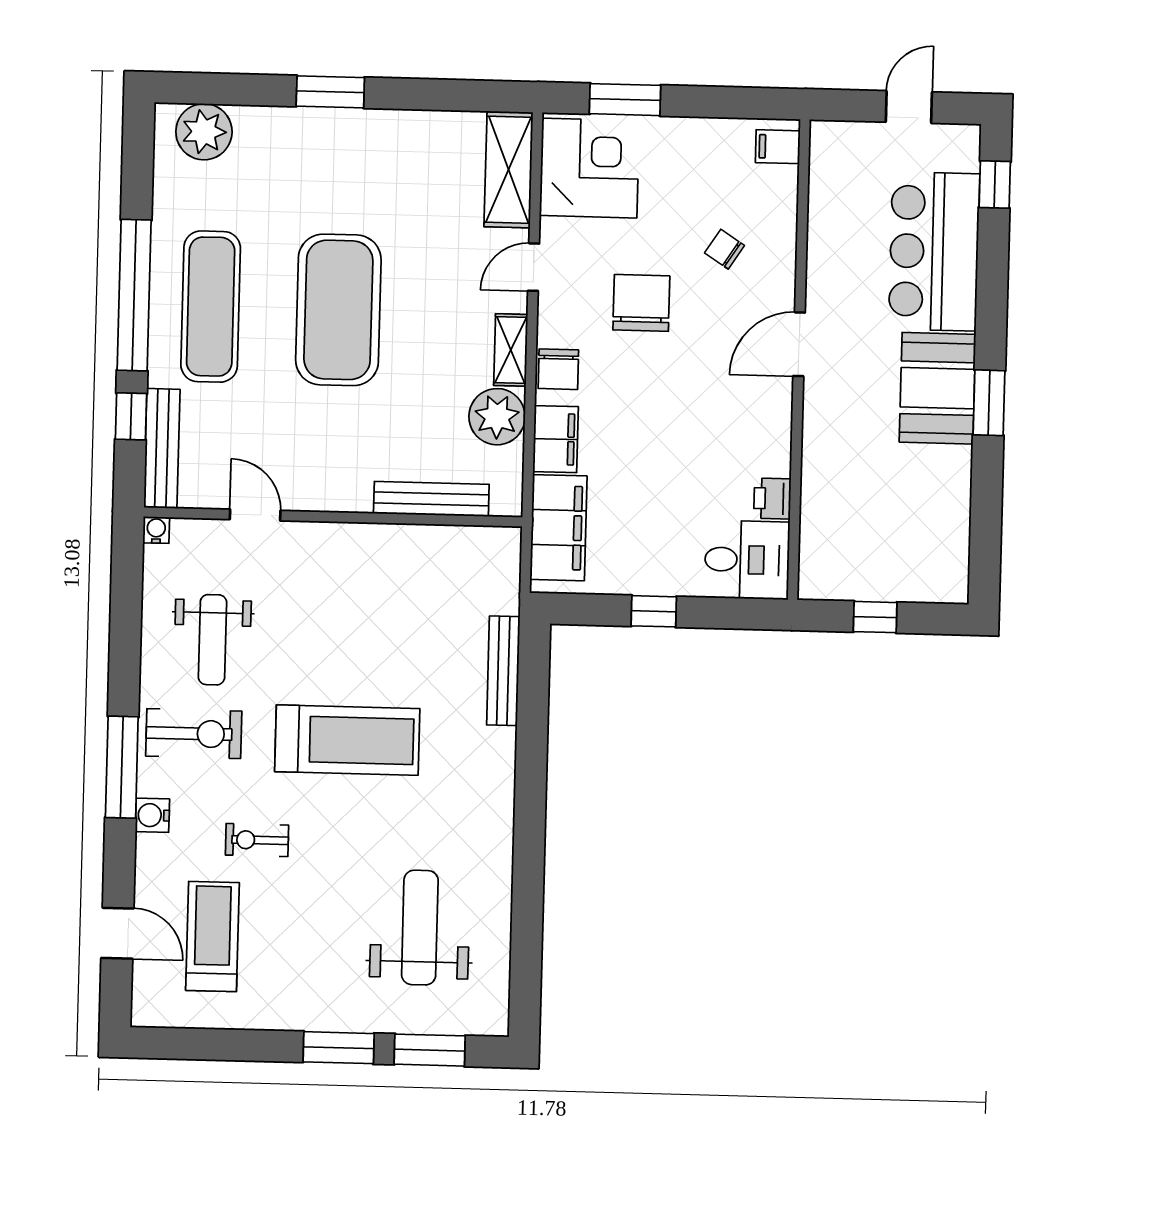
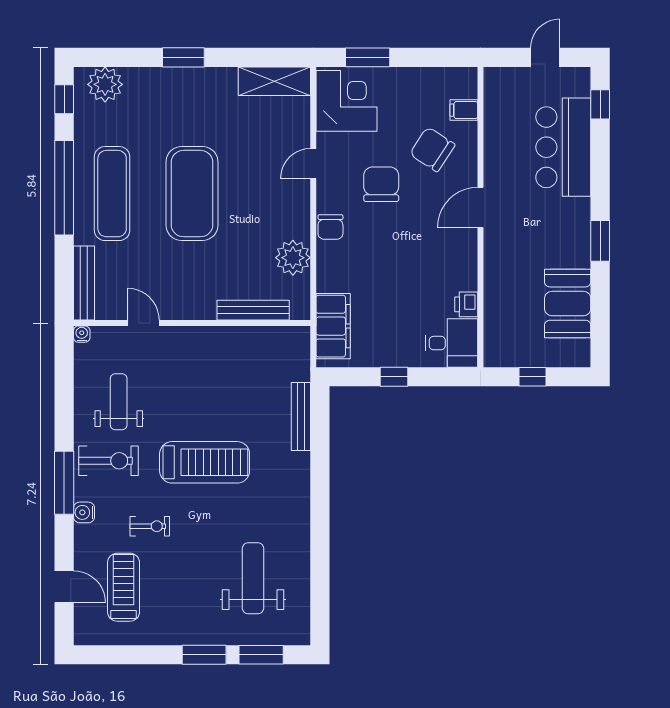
filing cabinet: (778, 147) -> (464, 110), moved
shelving: (509, 170) -> (274, 81), moved, turned 90
chair: (725, 249) -> (432, 149), width x1.87, depth x1.87
shelving: (511, 350) -> (300, 216), removed
booth: (937, 388) -> (568, 304), moved
window: (131, 416) -> (64, 99), moved
filing cabinet: (556, 439) -> (330, 271), removed
weight bench: (212, 640) -> (119, 402), turned 180
exercise bike: (257, 840) -> (150, 526), turned 180

